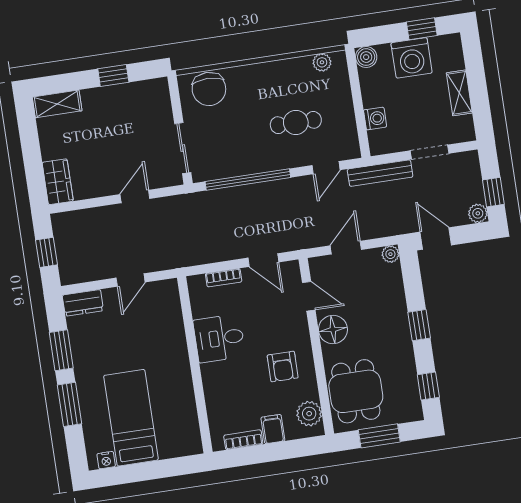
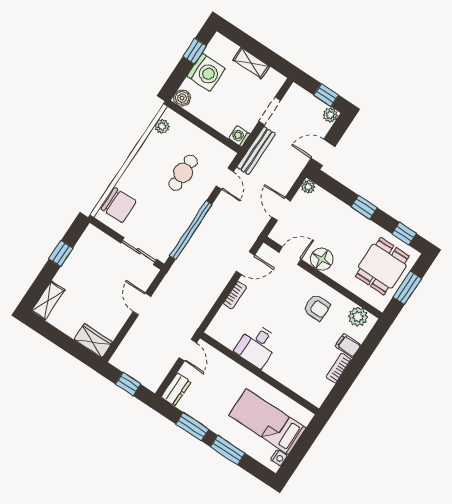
washing machine: (375, 118) -> (239, 136), moved, turned -90
desk: (219, 338) -> (257, 346), moved
wall: (195, 365) -> (259, 373), moved
dining table: (356, 391) -> (382, 266), moved, turned 90

